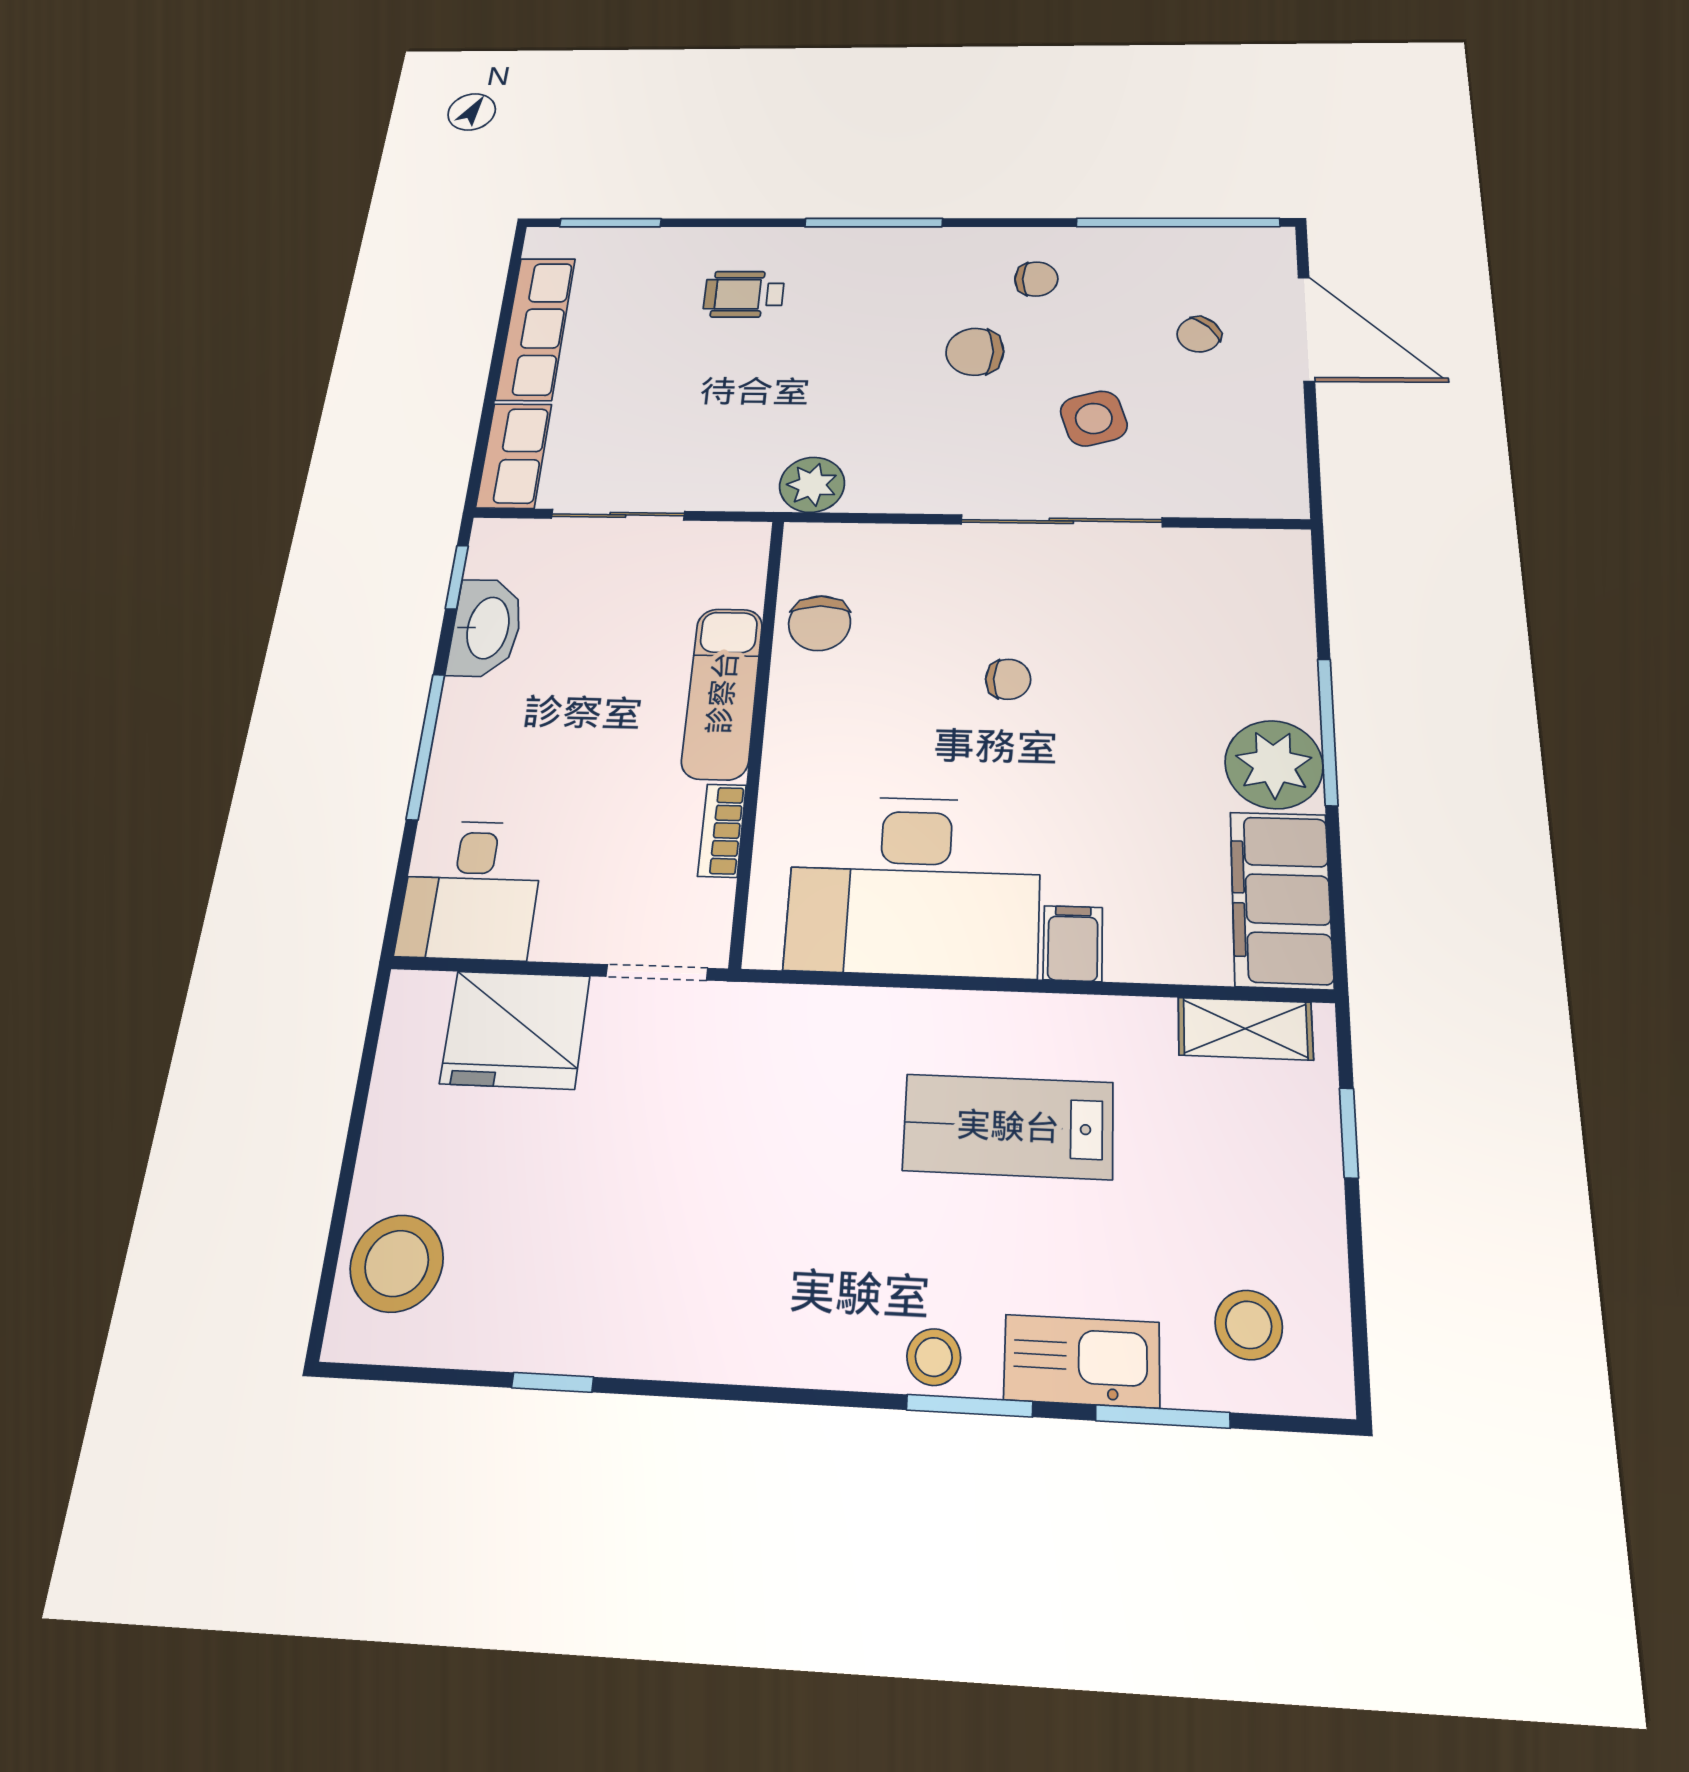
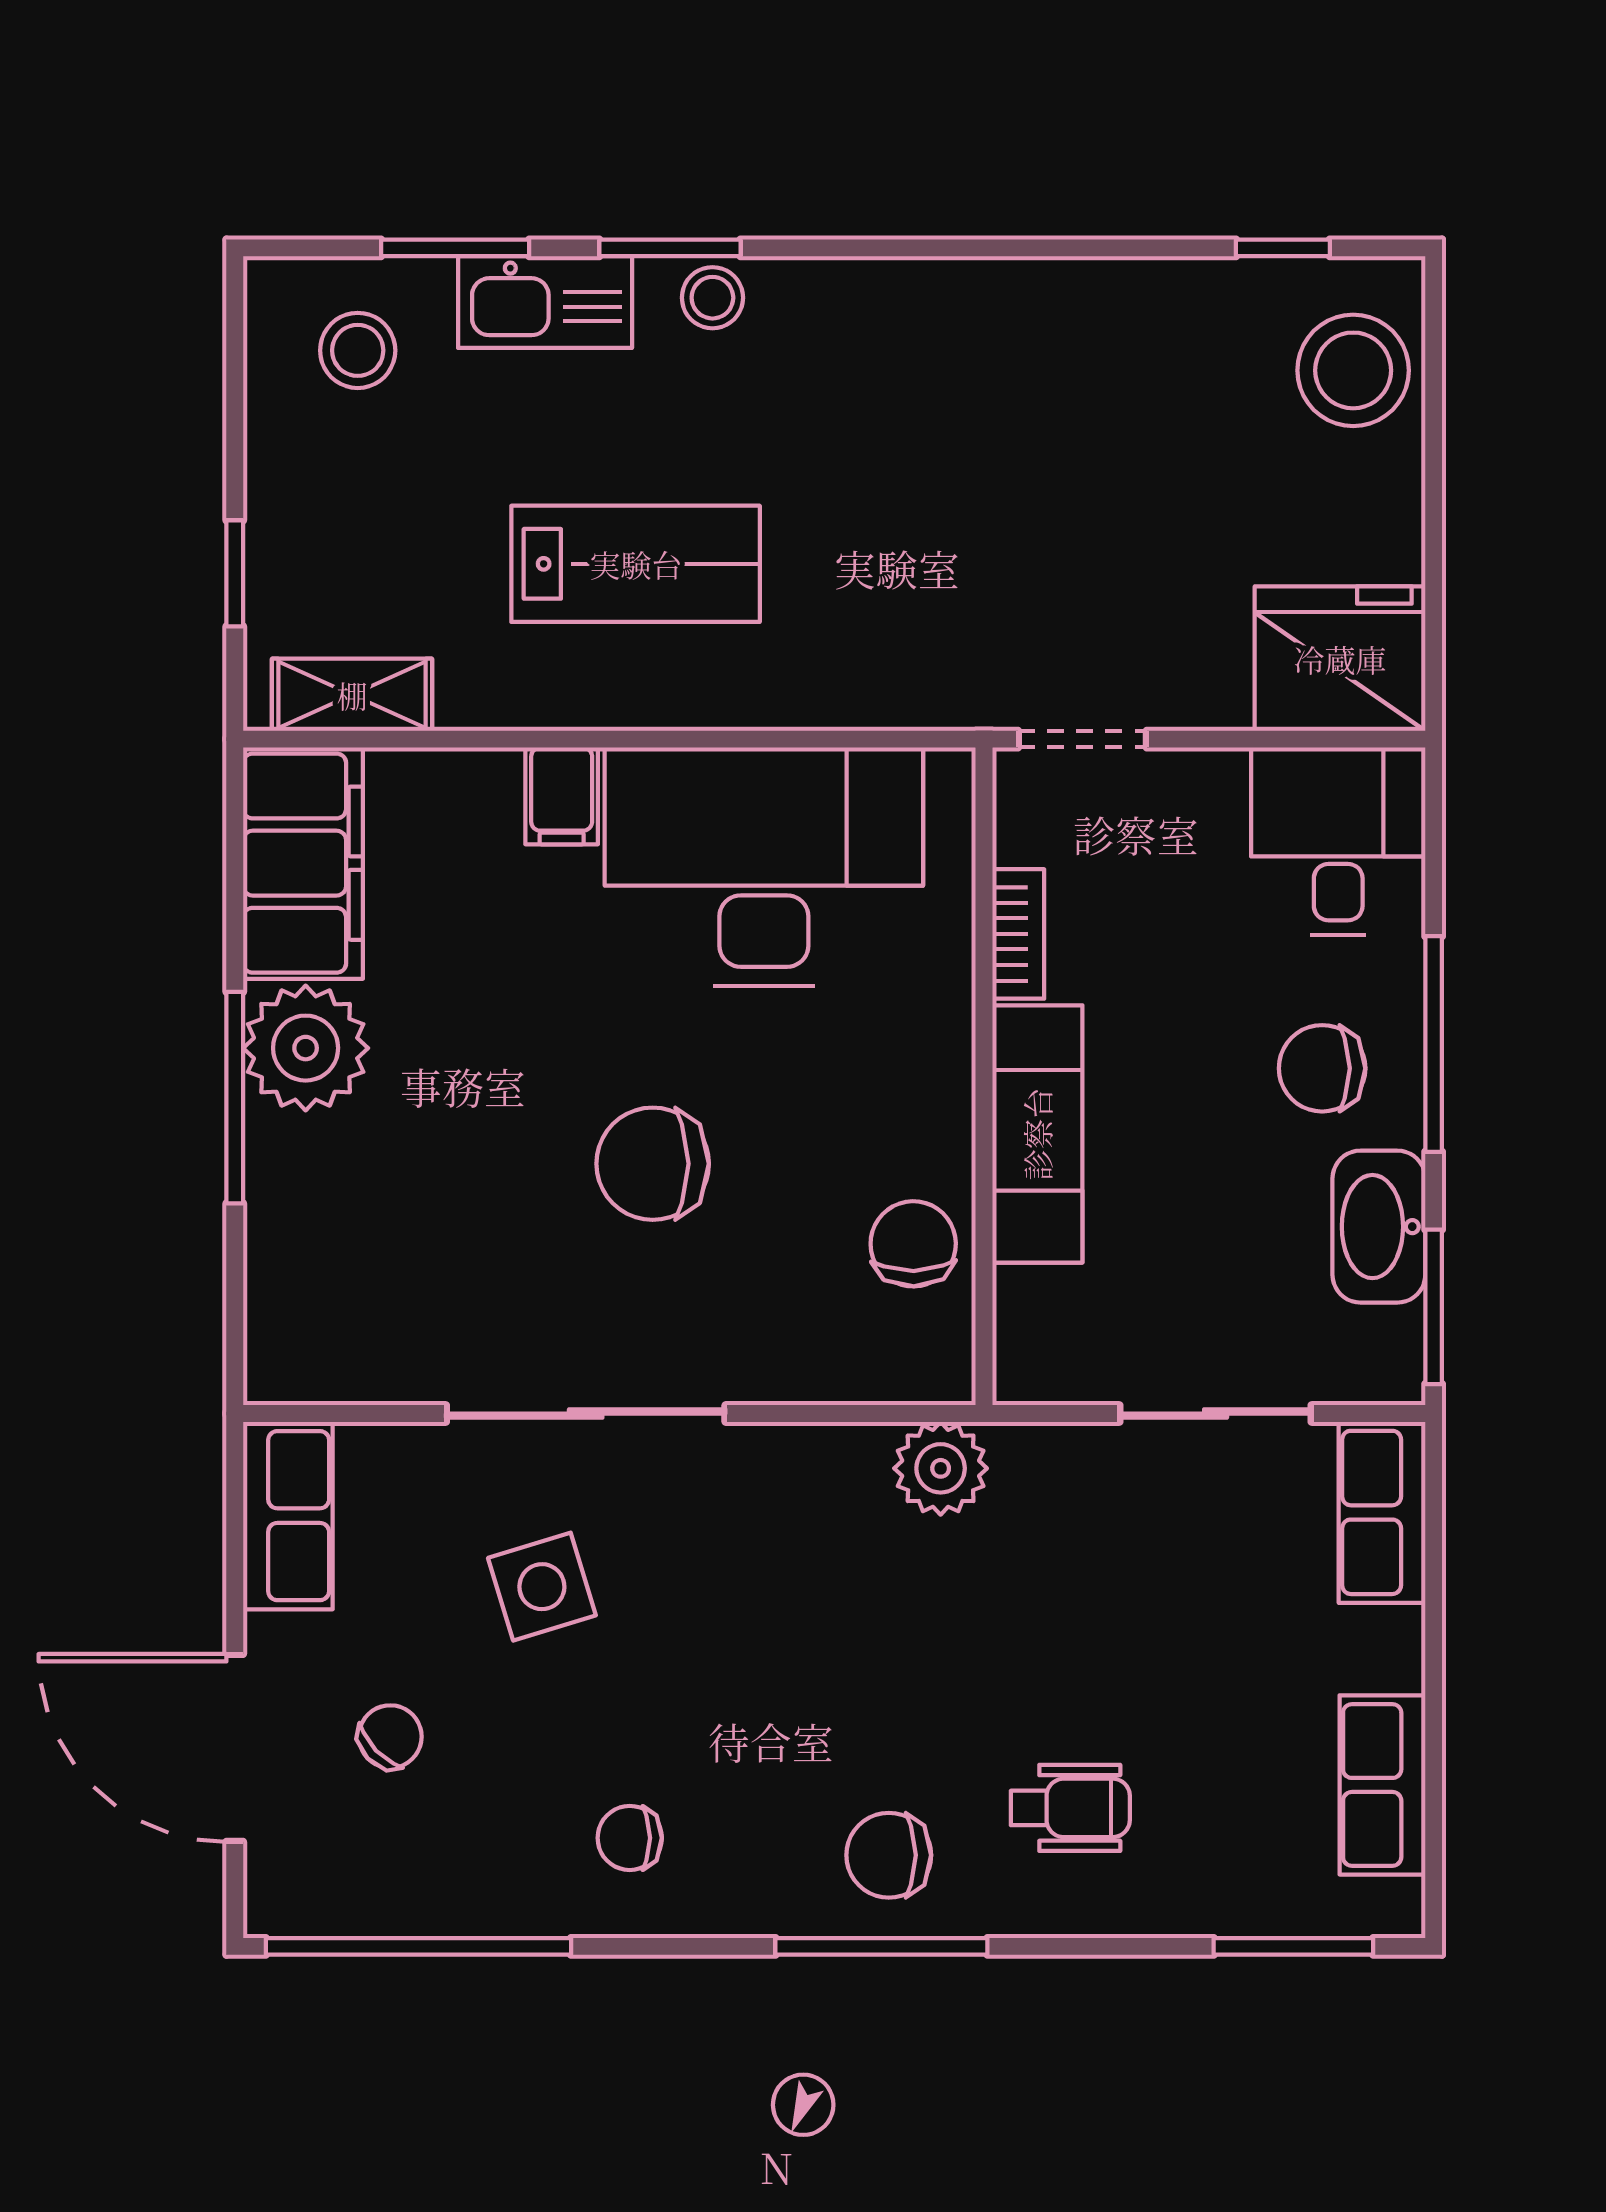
row of seats: (536, 328) -> (1382, 1785), width x0.68
chair: (975, 352) -> (889, 1855), moved, turned 180
row of seats: (1275, 462) -> (288, 1516), added
window: (457, 577) -> (1434, 1307), width x1.50
chair: (1008, 679) -> (653, 1164), width x1.87, depth x1.87
chair: (509, 732) -> (1322, 1068), added
fridge: (515, 1030) -> (1340, 659), moved
window: (553, 1382) -> (1283, 248), moved

